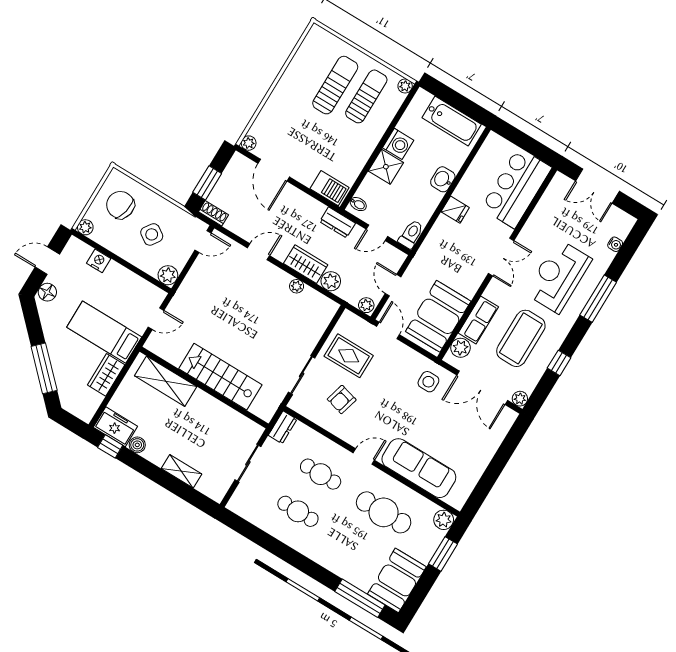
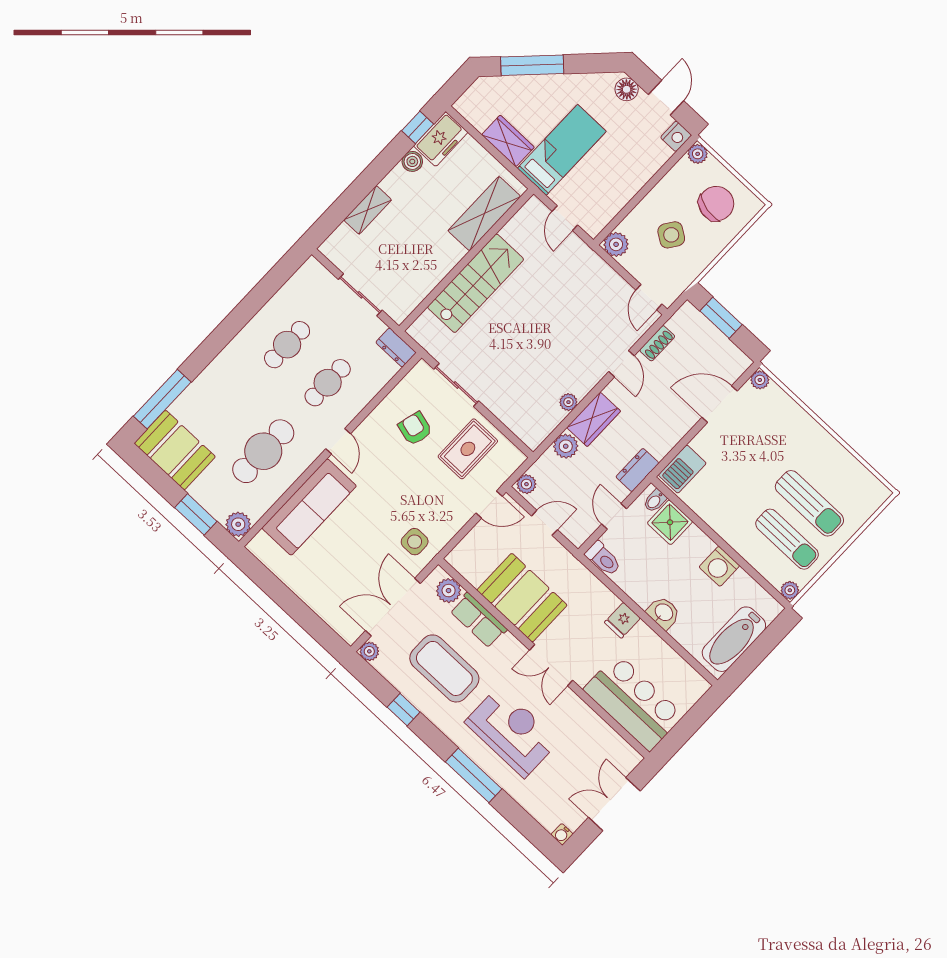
shower: (386, 167) -> (670, 522), moved
shoe rack: (213, 213) -> (657, 343), moved
water cooler: (615, 244) -> (562, 834), moved
nightstand: (99, 261) -> (676, 136), moved
booth: (438, 316) -> (522, 598), moved

